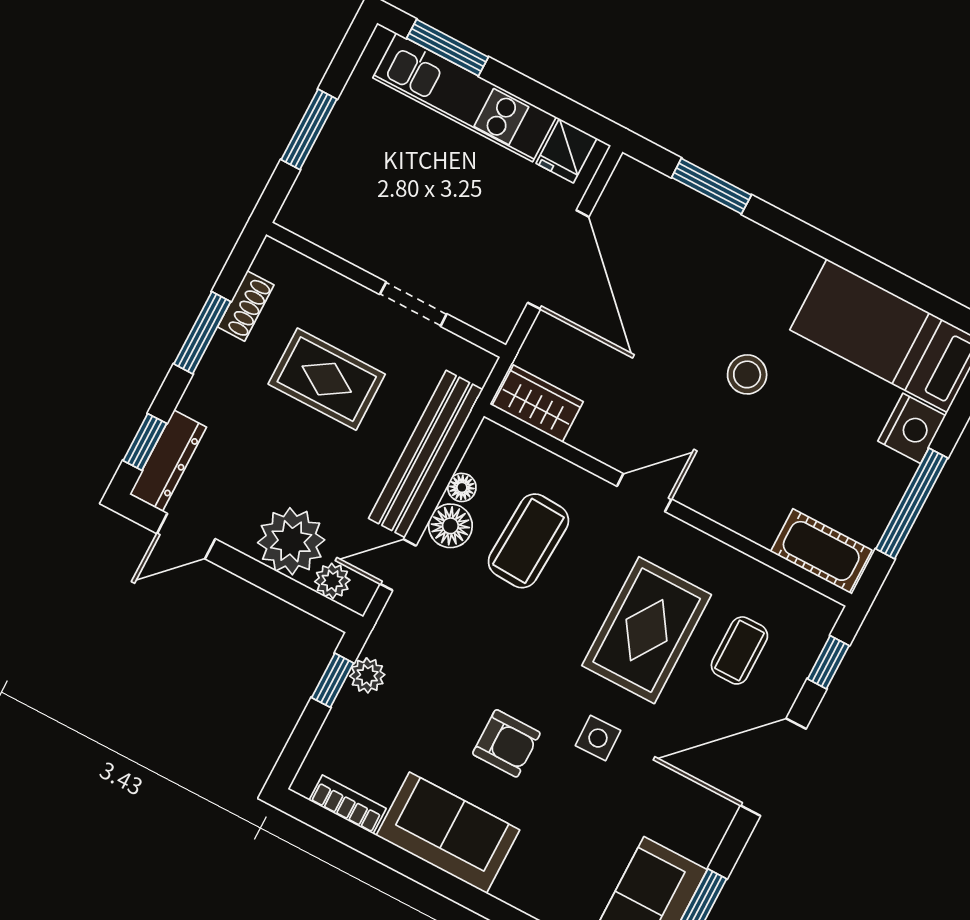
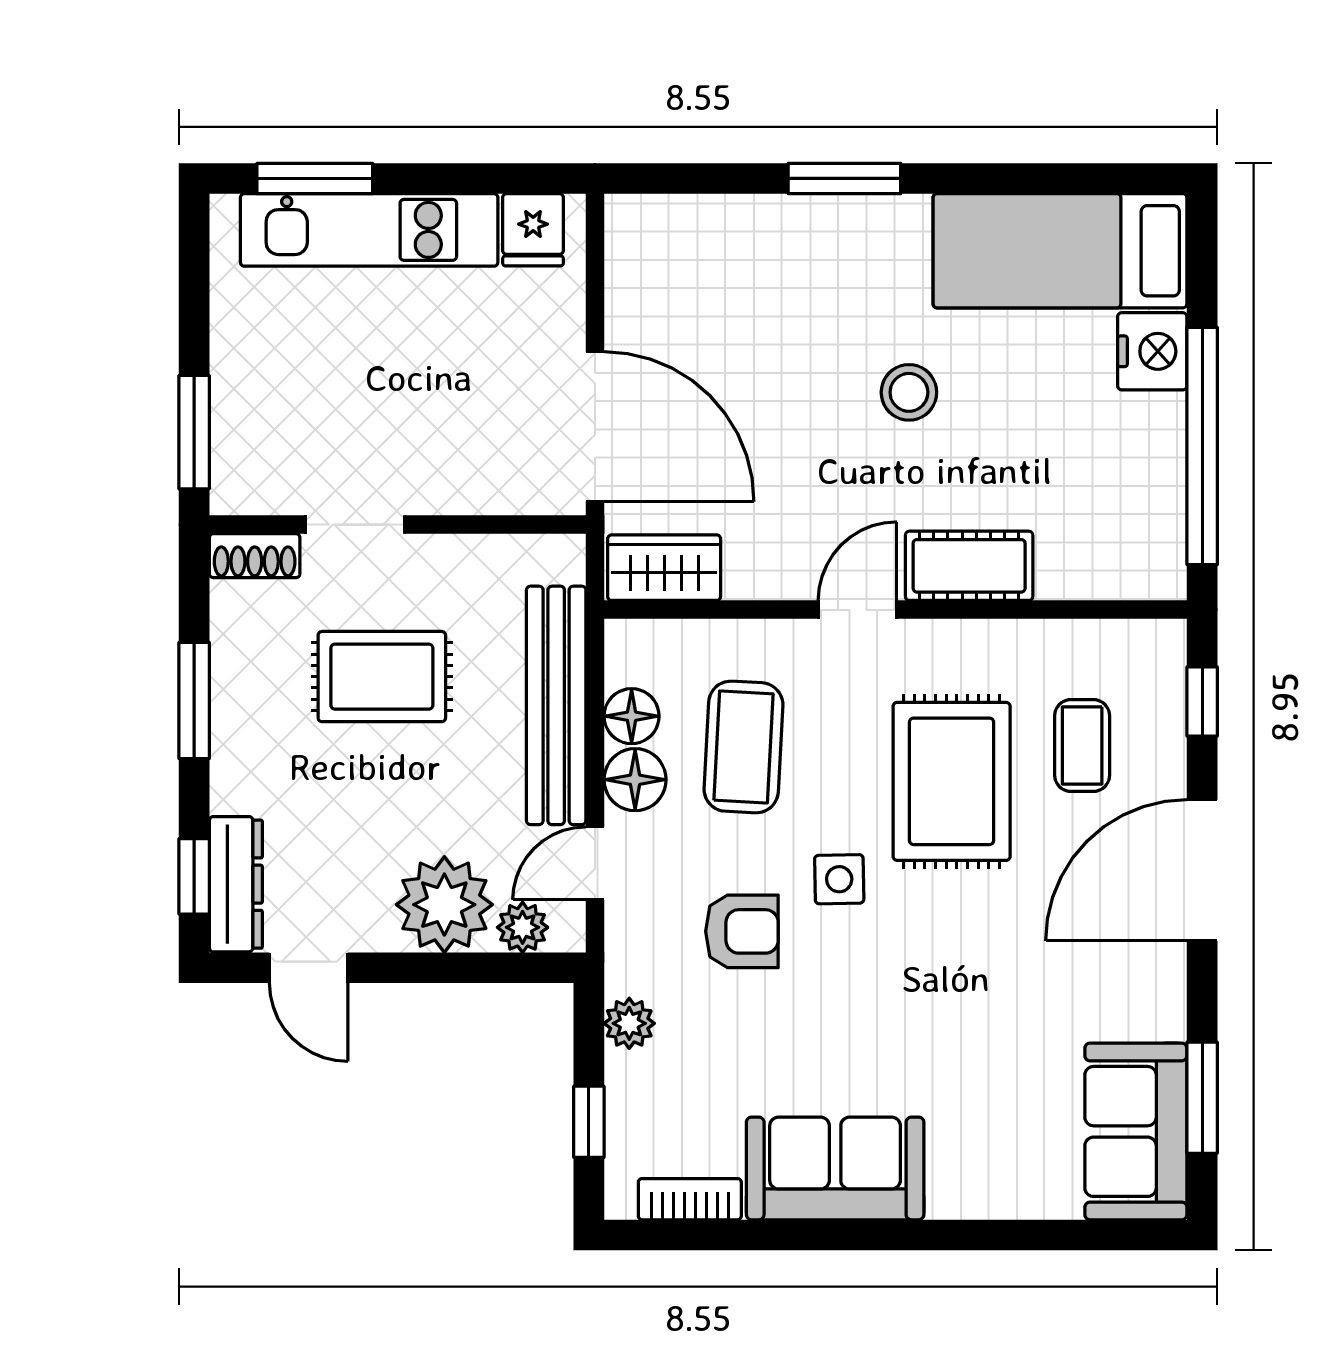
window: (309, 129) -> (194, 432), moved
window: (711, 186) -> (844, 178), moved
door: (558, 260) -> (595, 427), moved
doorway: (413, 304) -> (355, 525), moved
shoe rack: (246, 306) -> (255, 556), moved, turned 90
floor lamp: (462, 487) -> (632, 716), width x1.37, depth x1.37
window: (912, 503) -> (1202, 446), width x1.46
door: (186, 536) -> (309, 968), hinge flipped
cot: (821, 551) -> (969, 566), moved
window: (333, 680) -> (589, 1122), moved
side table: (598, 738) -> (839, 879), moved
armchair: (506, 743) -> (742, 931), moved

